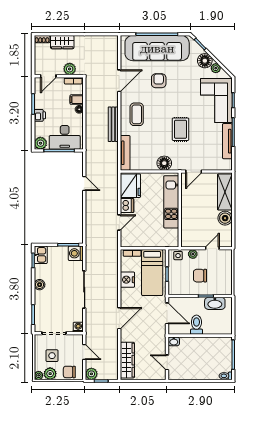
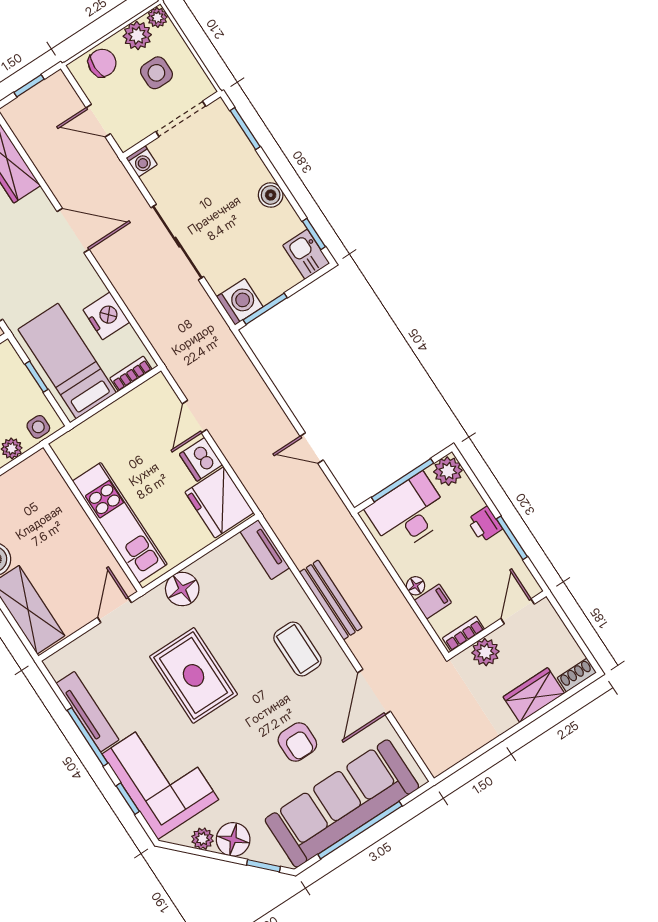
rug: (180, 129) -> (194, 675), width x1.36, depth x1.43
tv unit: (125, 153) -> (265, 550), width x0.71
door: (119, 318) -> (73, 230), swing flipped
plant: (91, 374) -> (57, 87), removed

